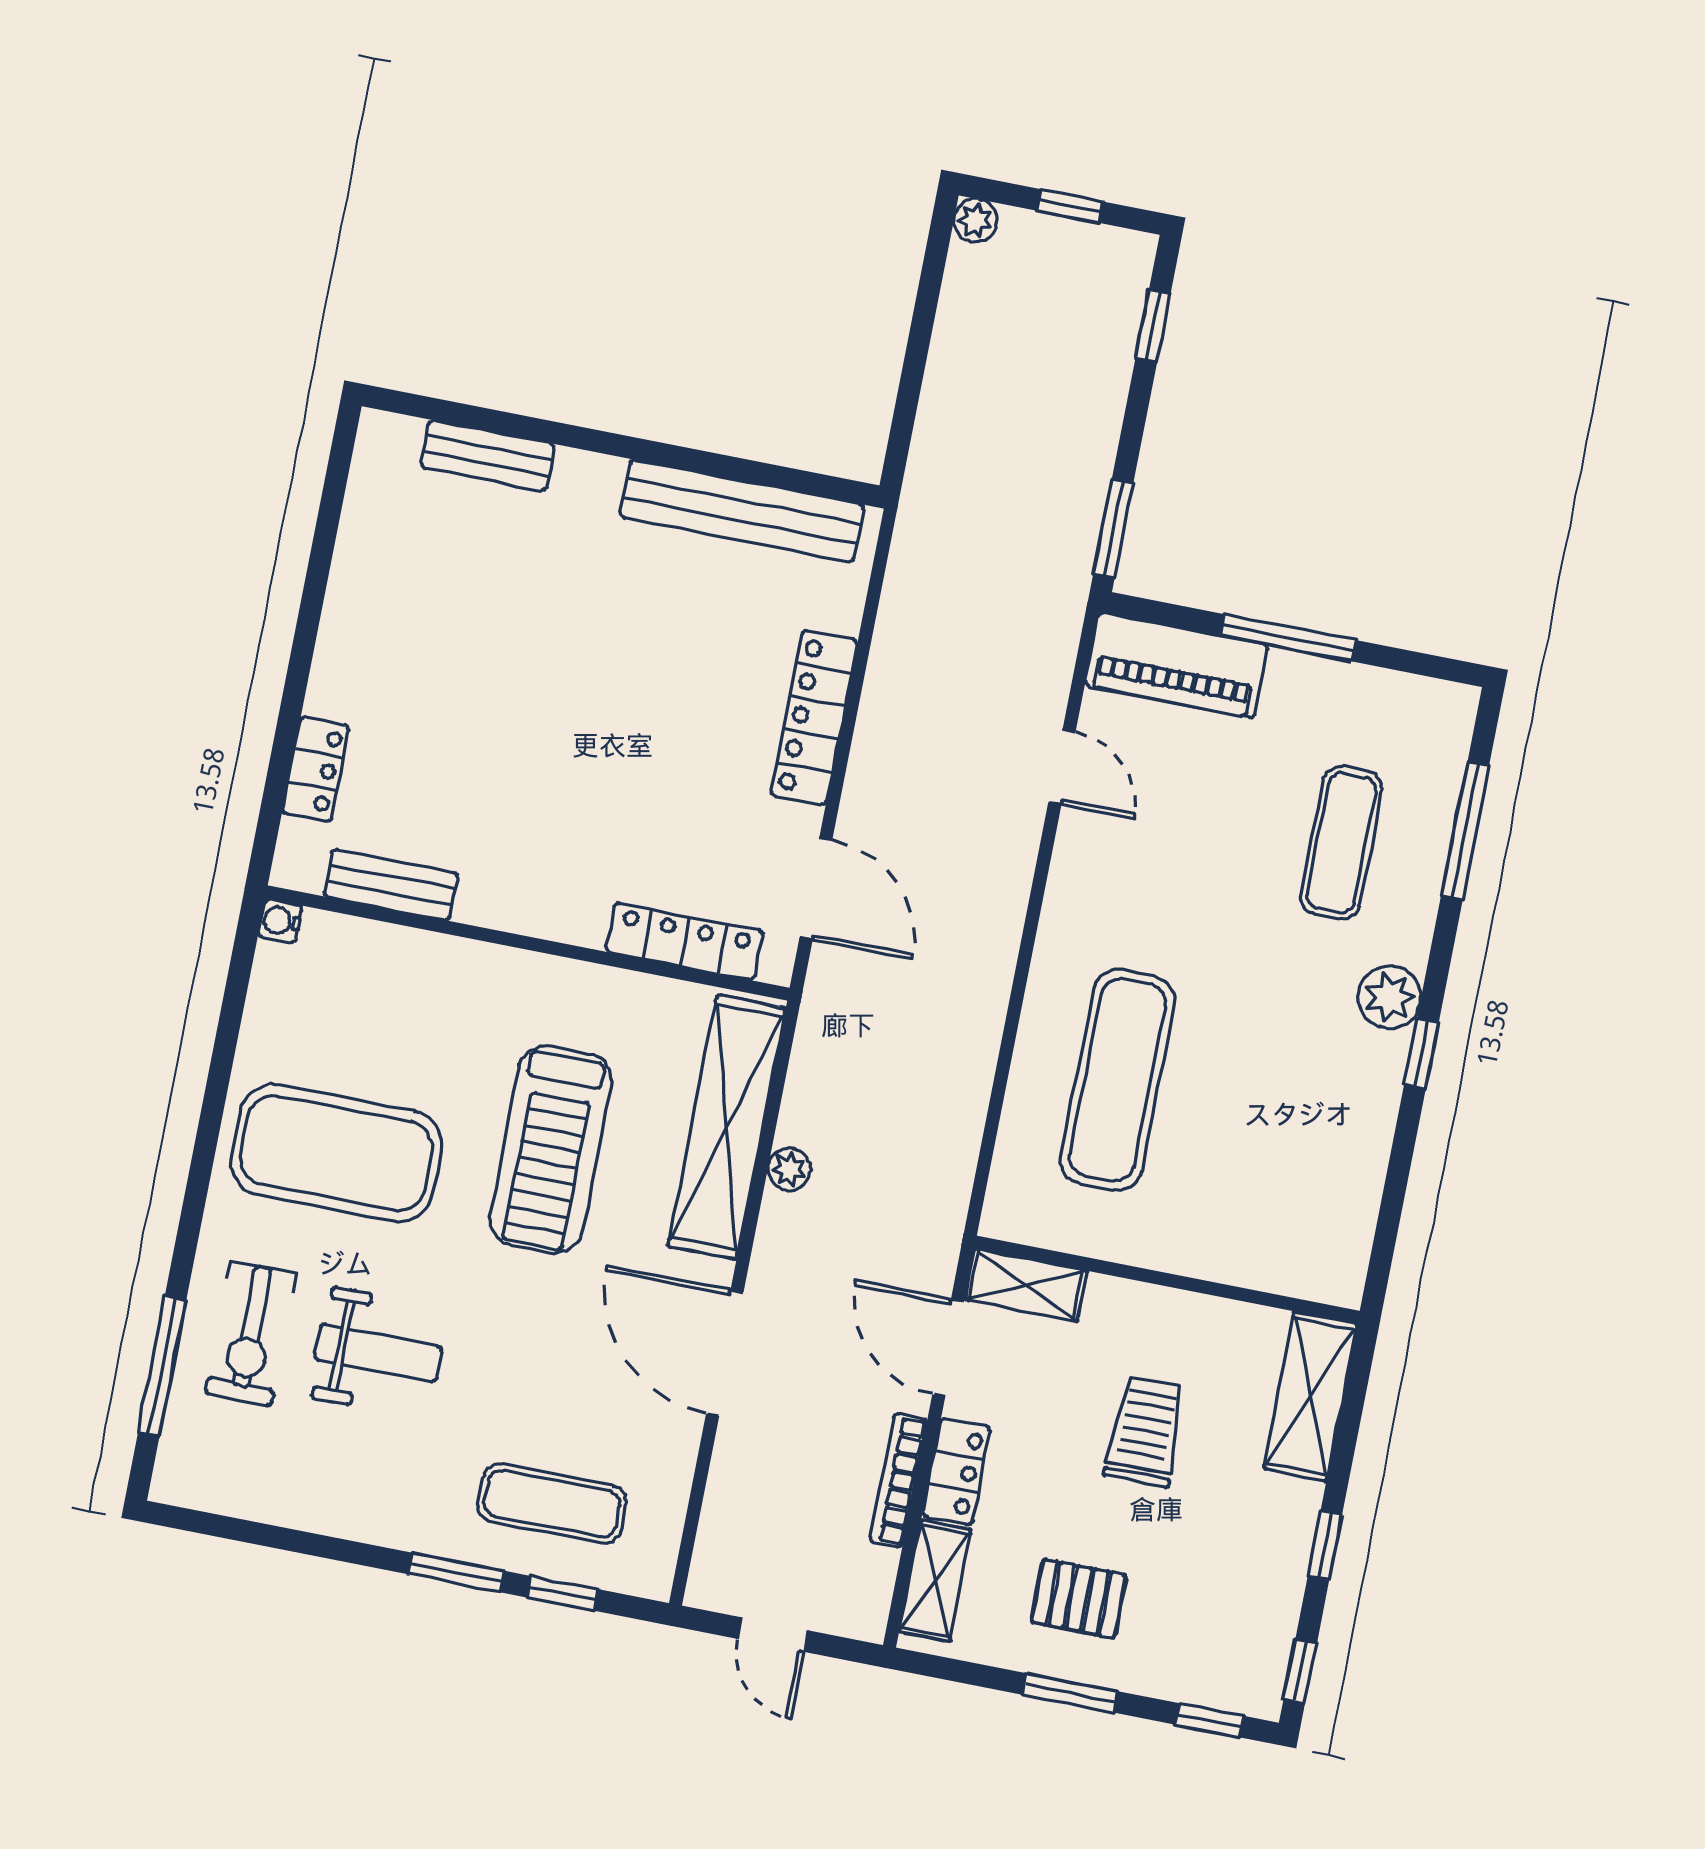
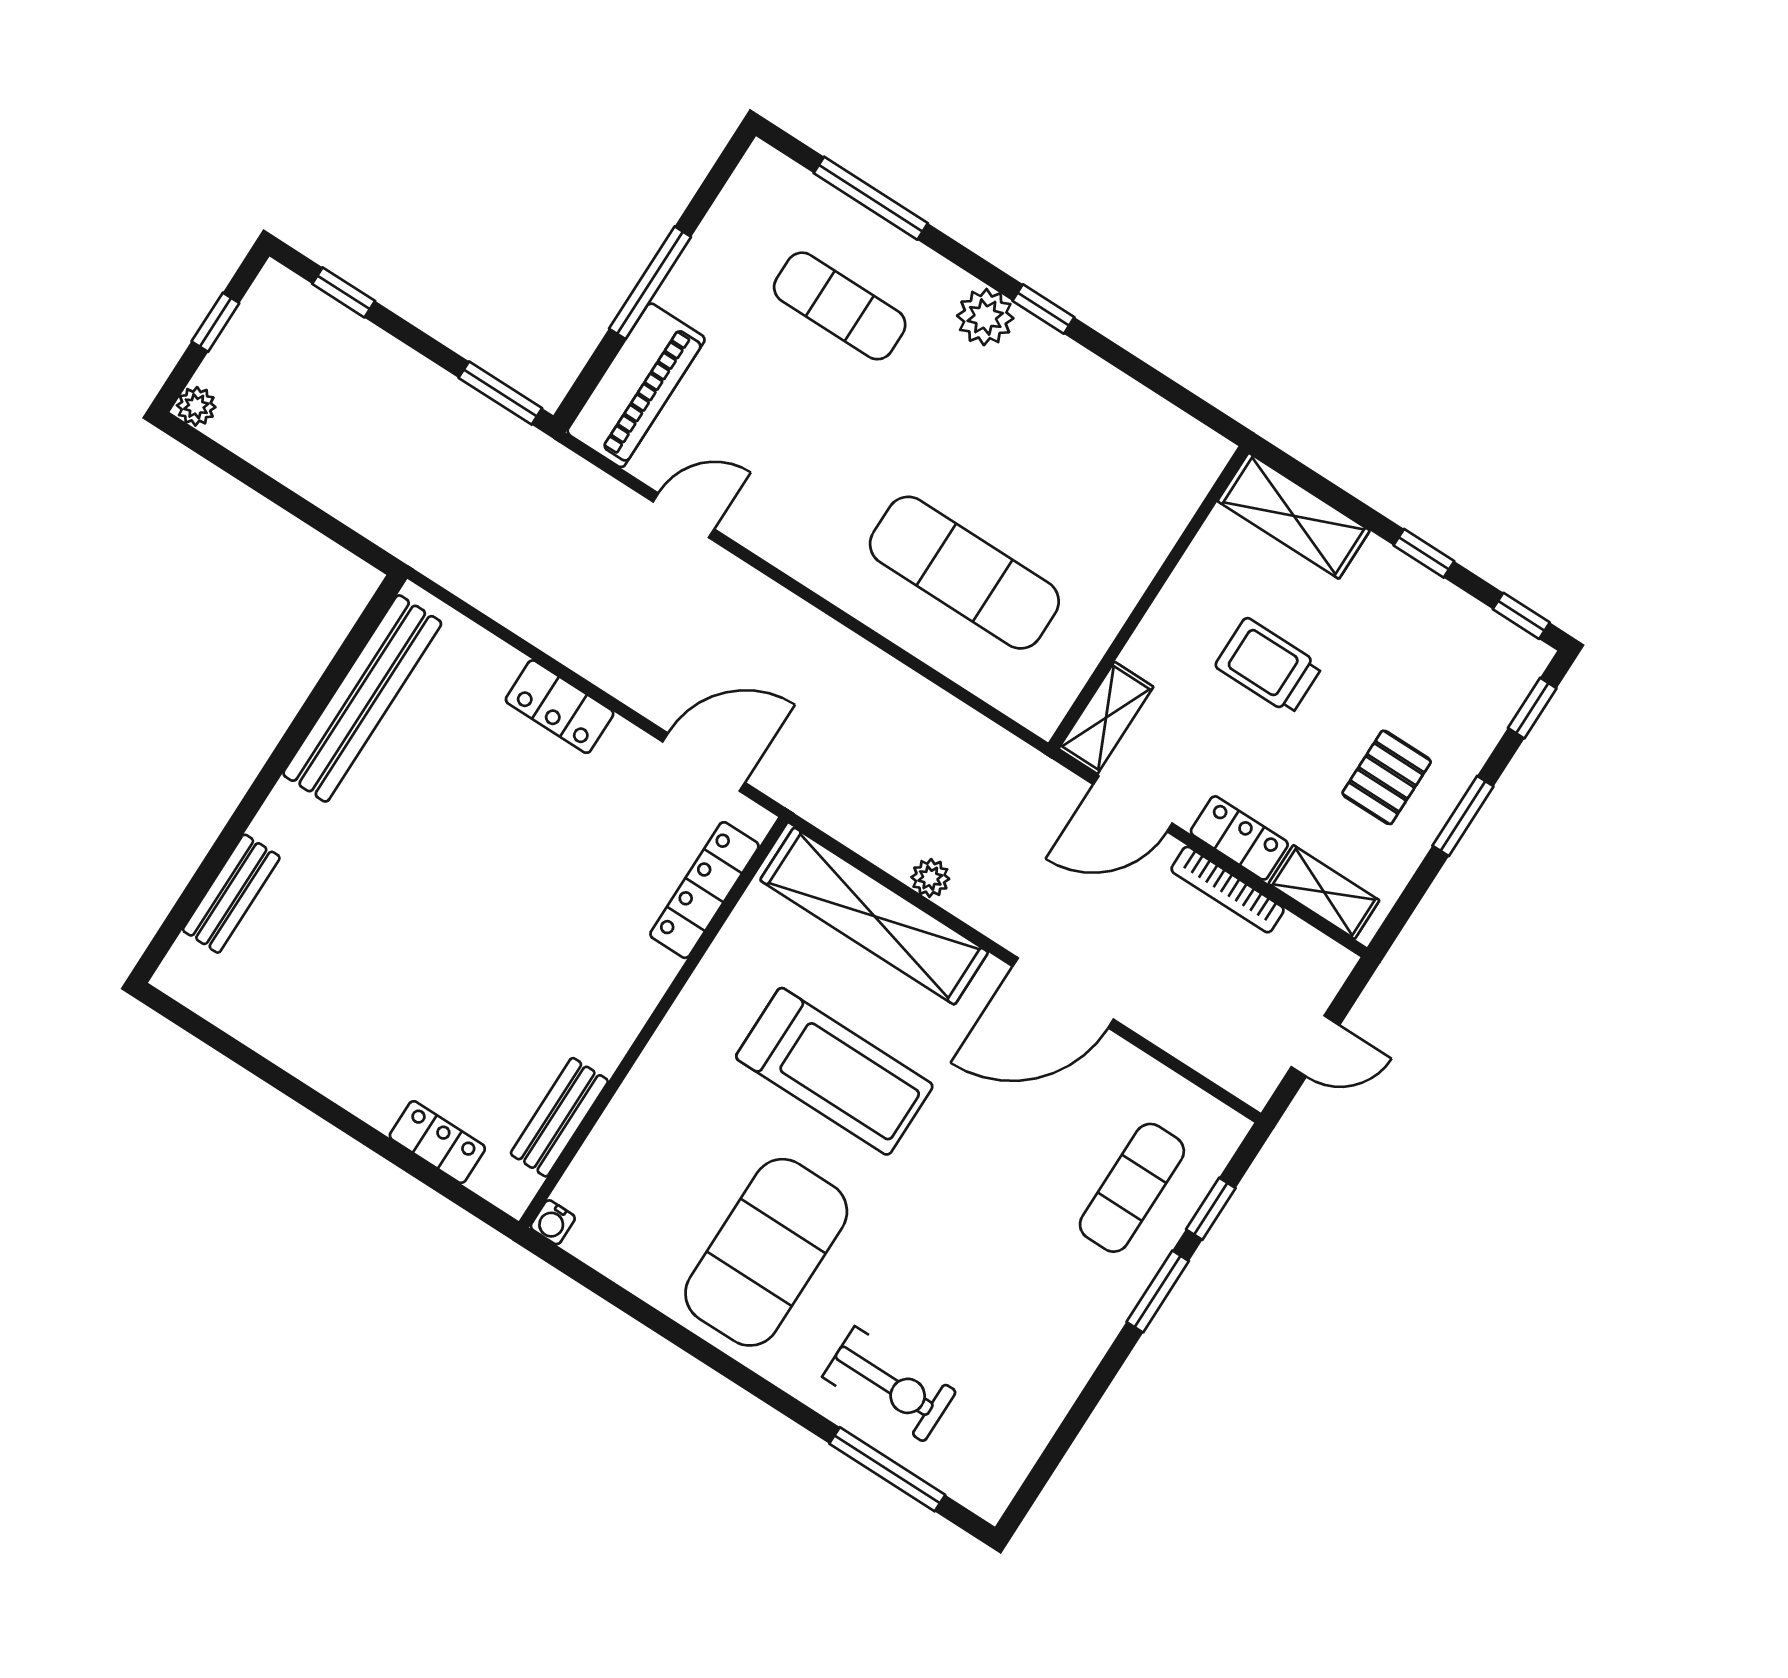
locker: (814, 717) -> (560, 707), width x0.66
weight bench: (378, 1353) -> (948, 1283), removed

